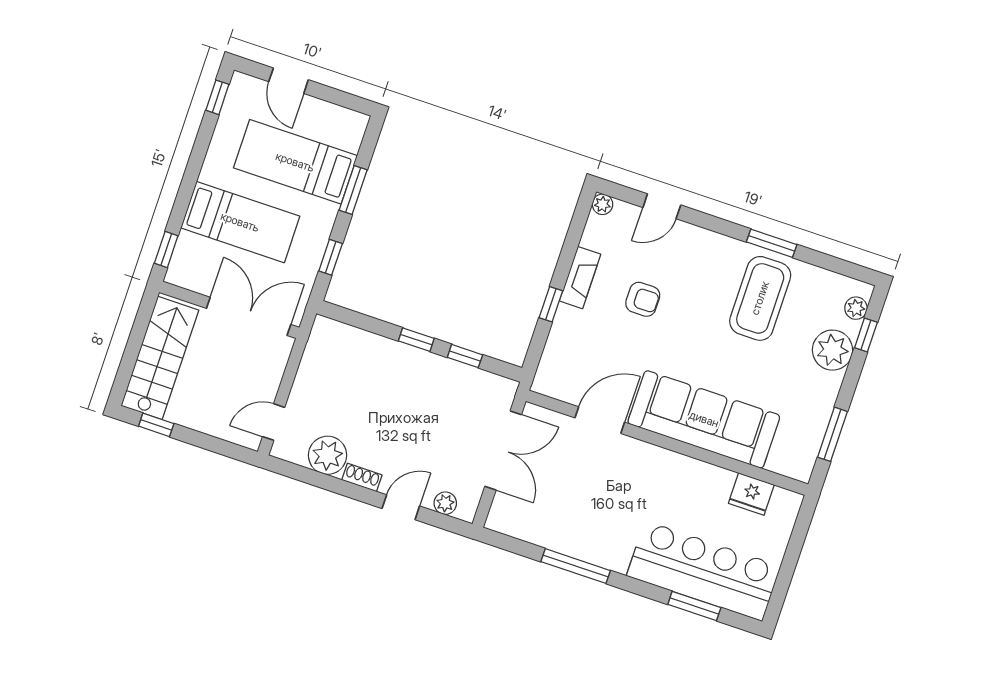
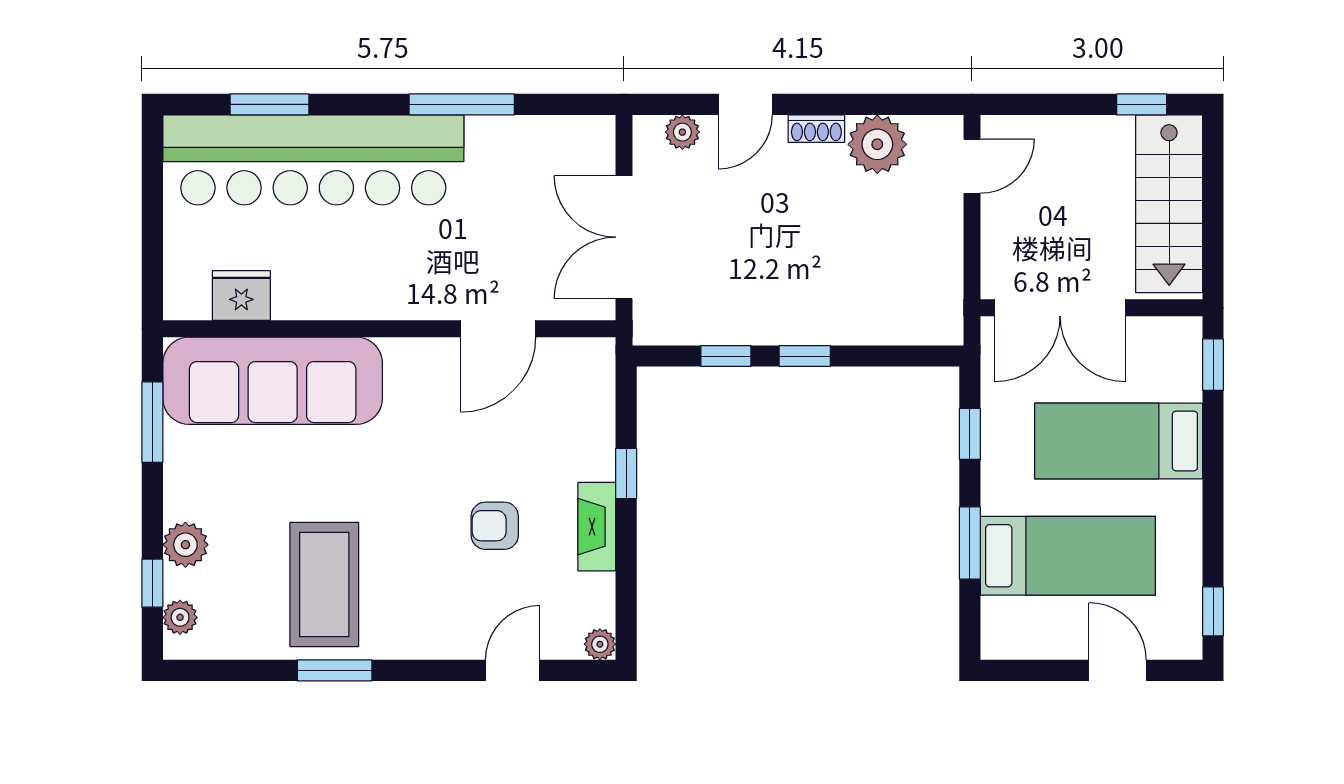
plant: (832, 350) -> (185, 545), width x0.73, depth x0.73
sofa: (704, 419) -> (273, 381), moved
bar counter: (703, 571) -> (313, 160), width x1.36

